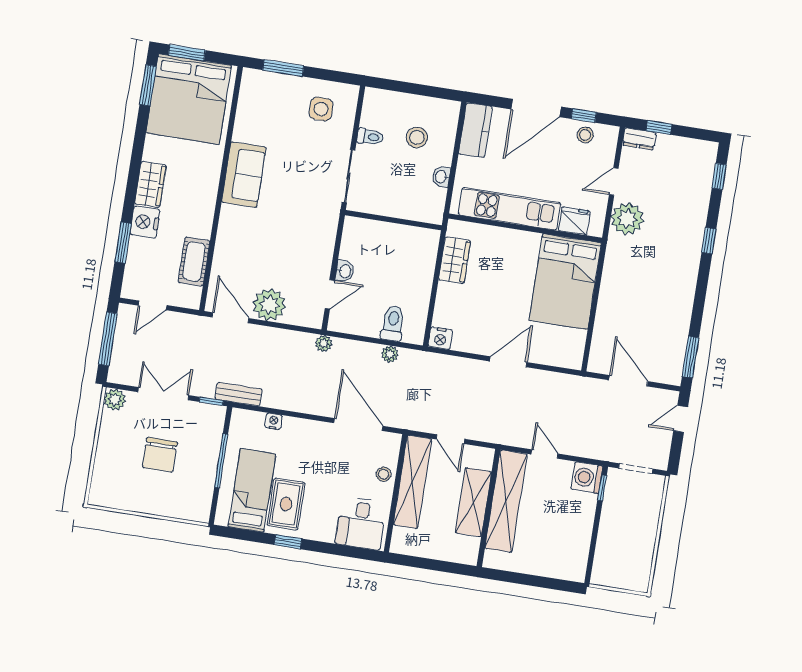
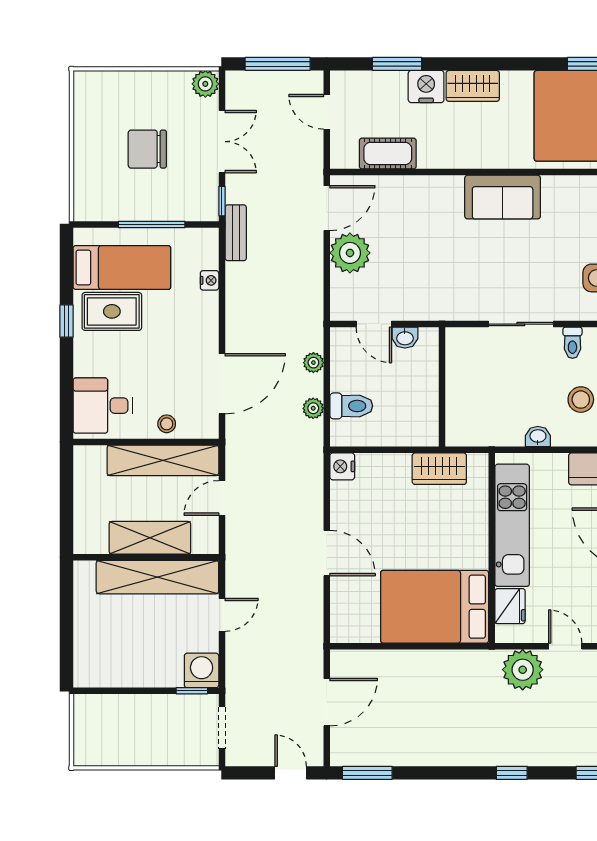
wall: (393, 220) -> (442, 387), moved
plant: (324, 343) -> (313, 363), moved

